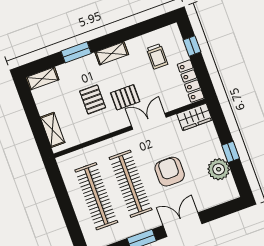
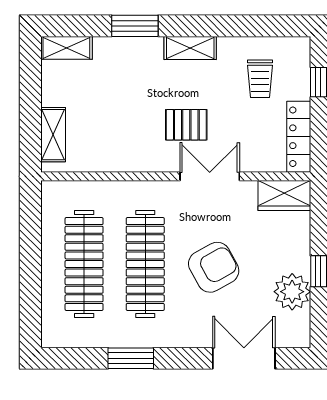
pallet: (93, 99) -> (134, 109), removed
armchair: (170, 172) -> (214, 267), turned 61
double door: (182, 225) -> (244, 358), moved

